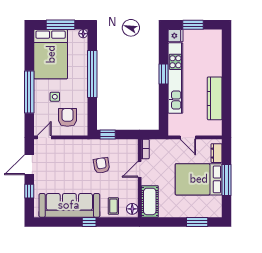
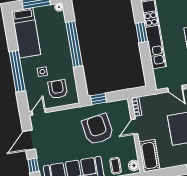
bed: (51, 54) -> (26, 33), width x0.67
armchair: (101, 165) -> (98, 129), width x1.88, depth x1.88

